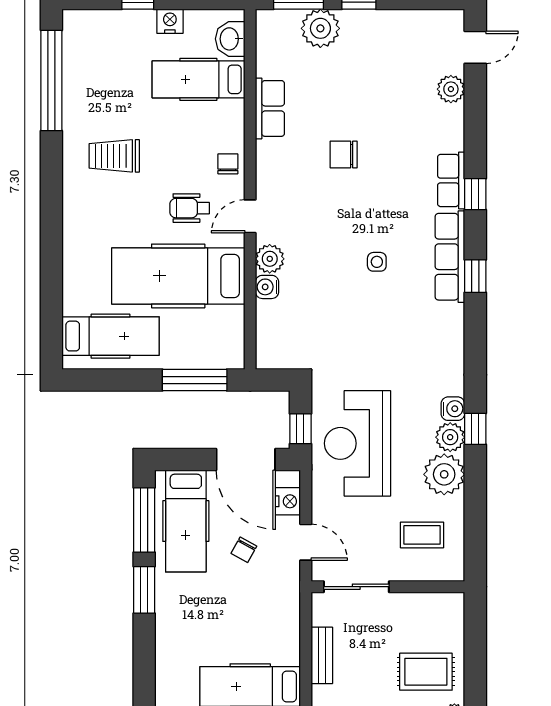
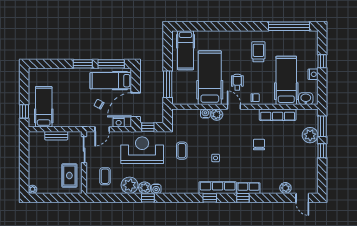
hospital bed: (198, 79) -> (286, 80), width x1.37, depth x1.29
row of seats: (270, 108) -> (278, 115), width x1.48
coffee table: (359, 345) -> (182, 151), added
rug: (426, 672) -> (69, 176), moved

